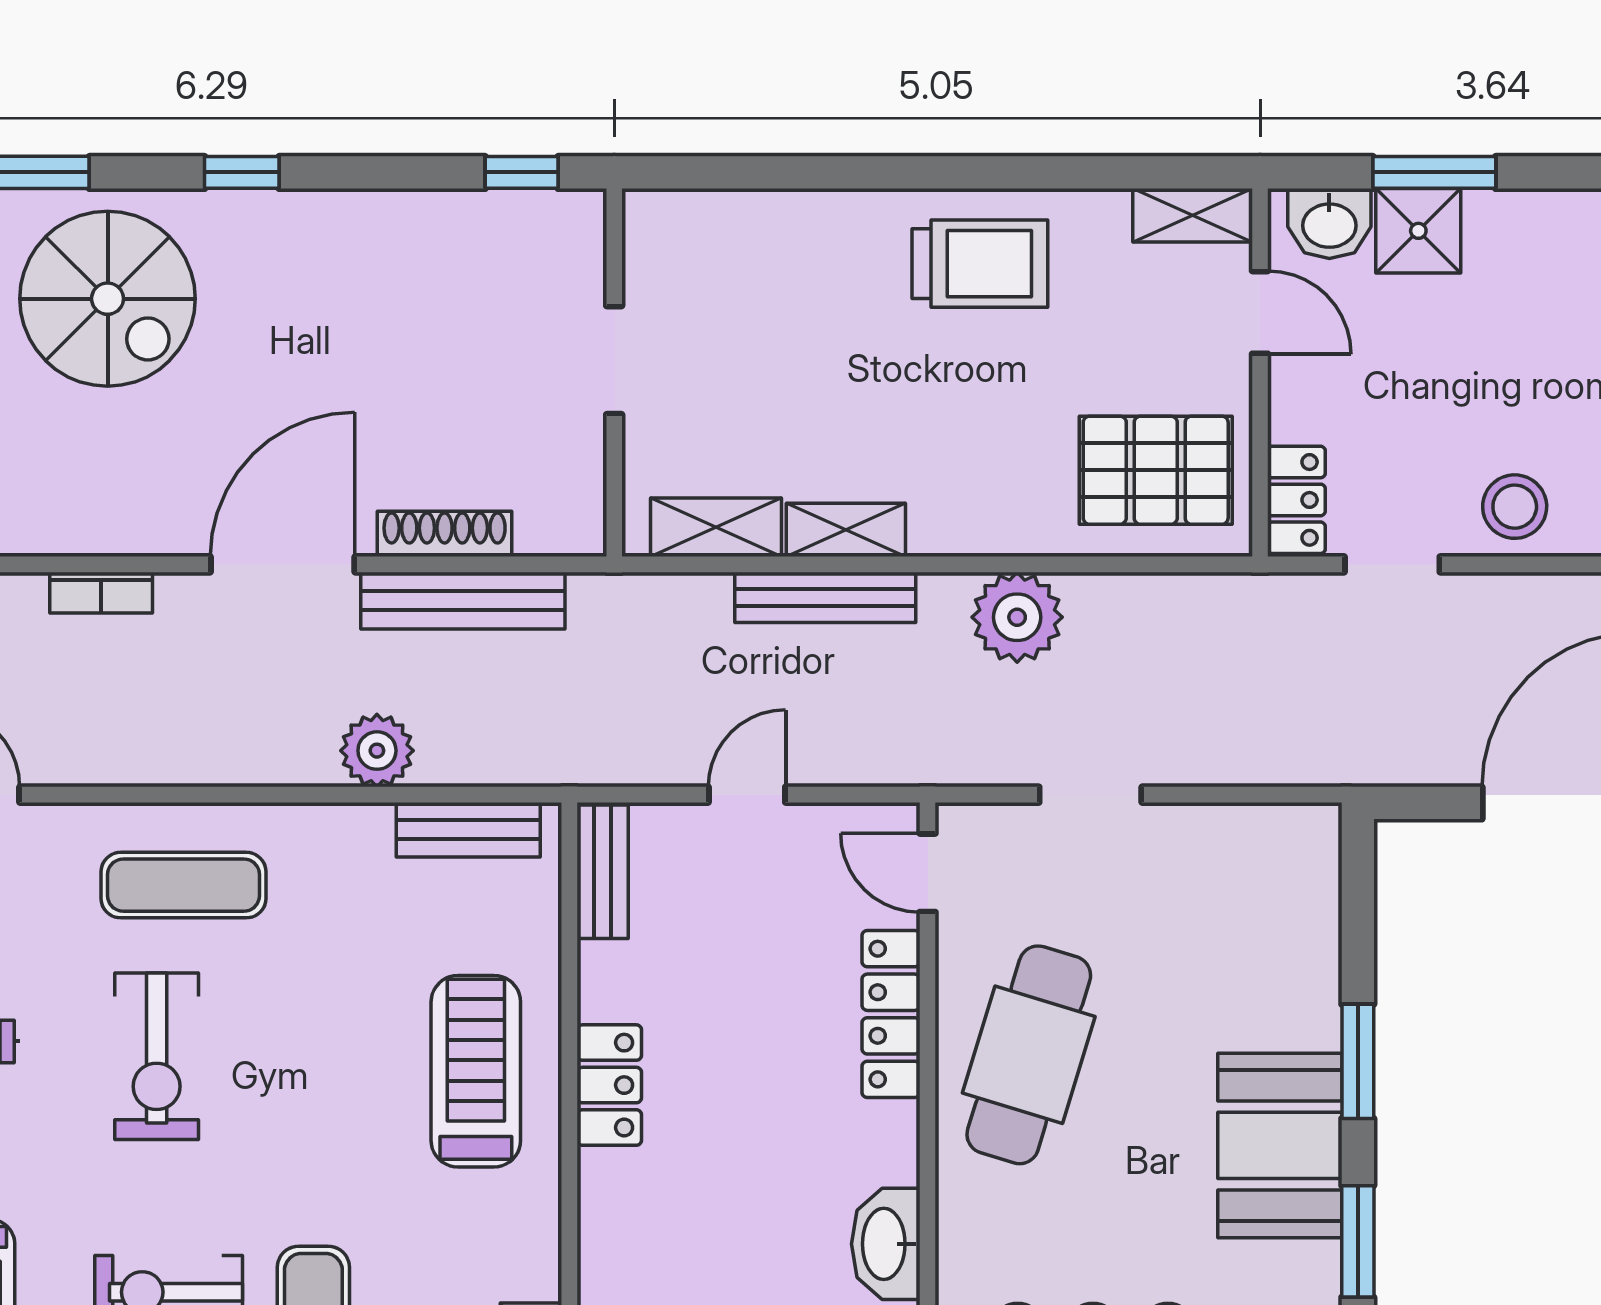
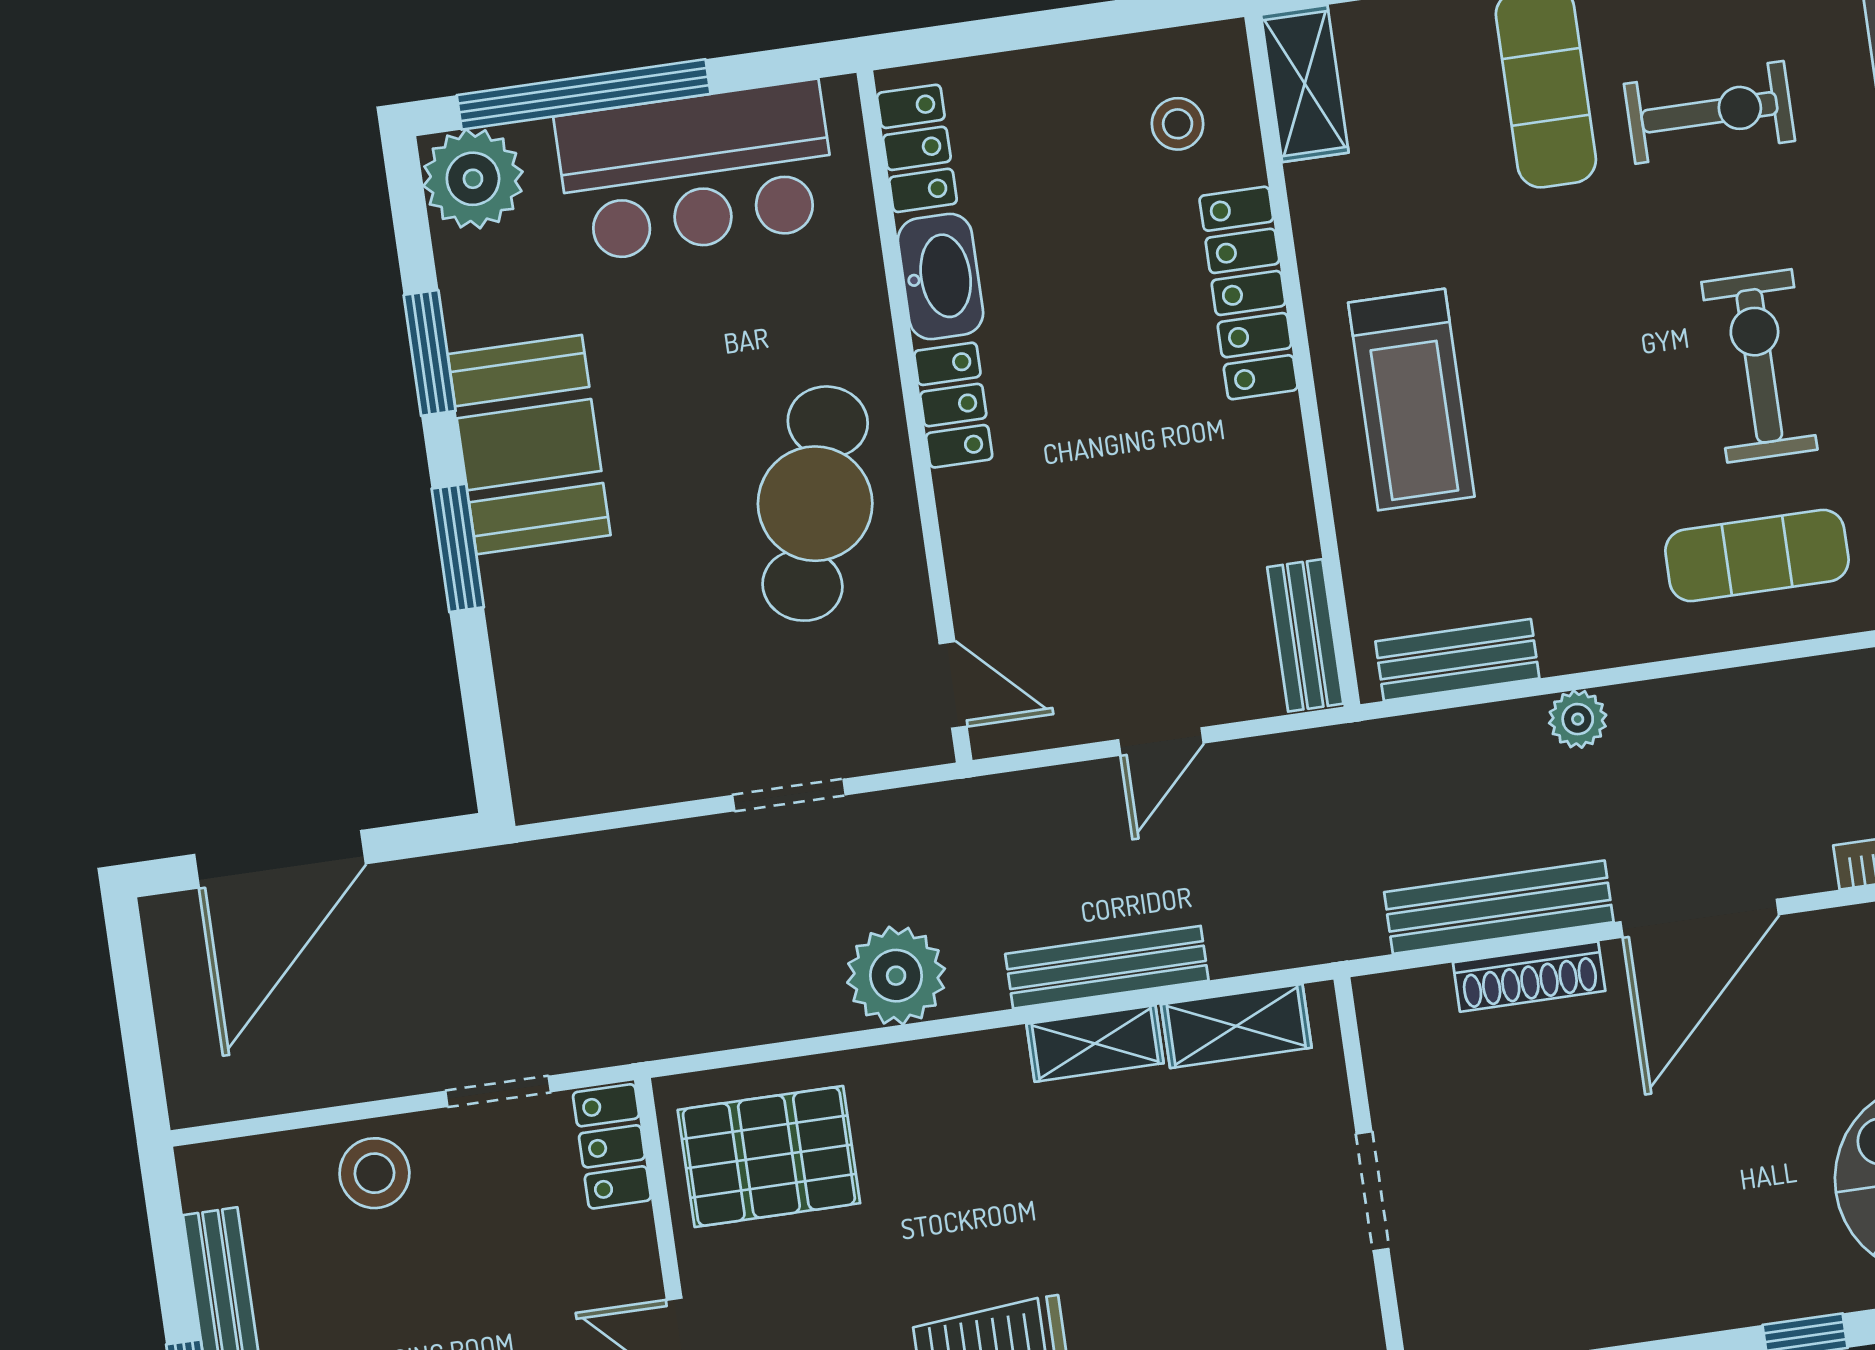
plant: (377, 751) -> (1578, 719), width x0.73, depth x0.73
locker: (891, 1014) -> (953, 405), moved, width x0.66
locker: (609, 1085) -> (1248, 293), moved, width x1.53

